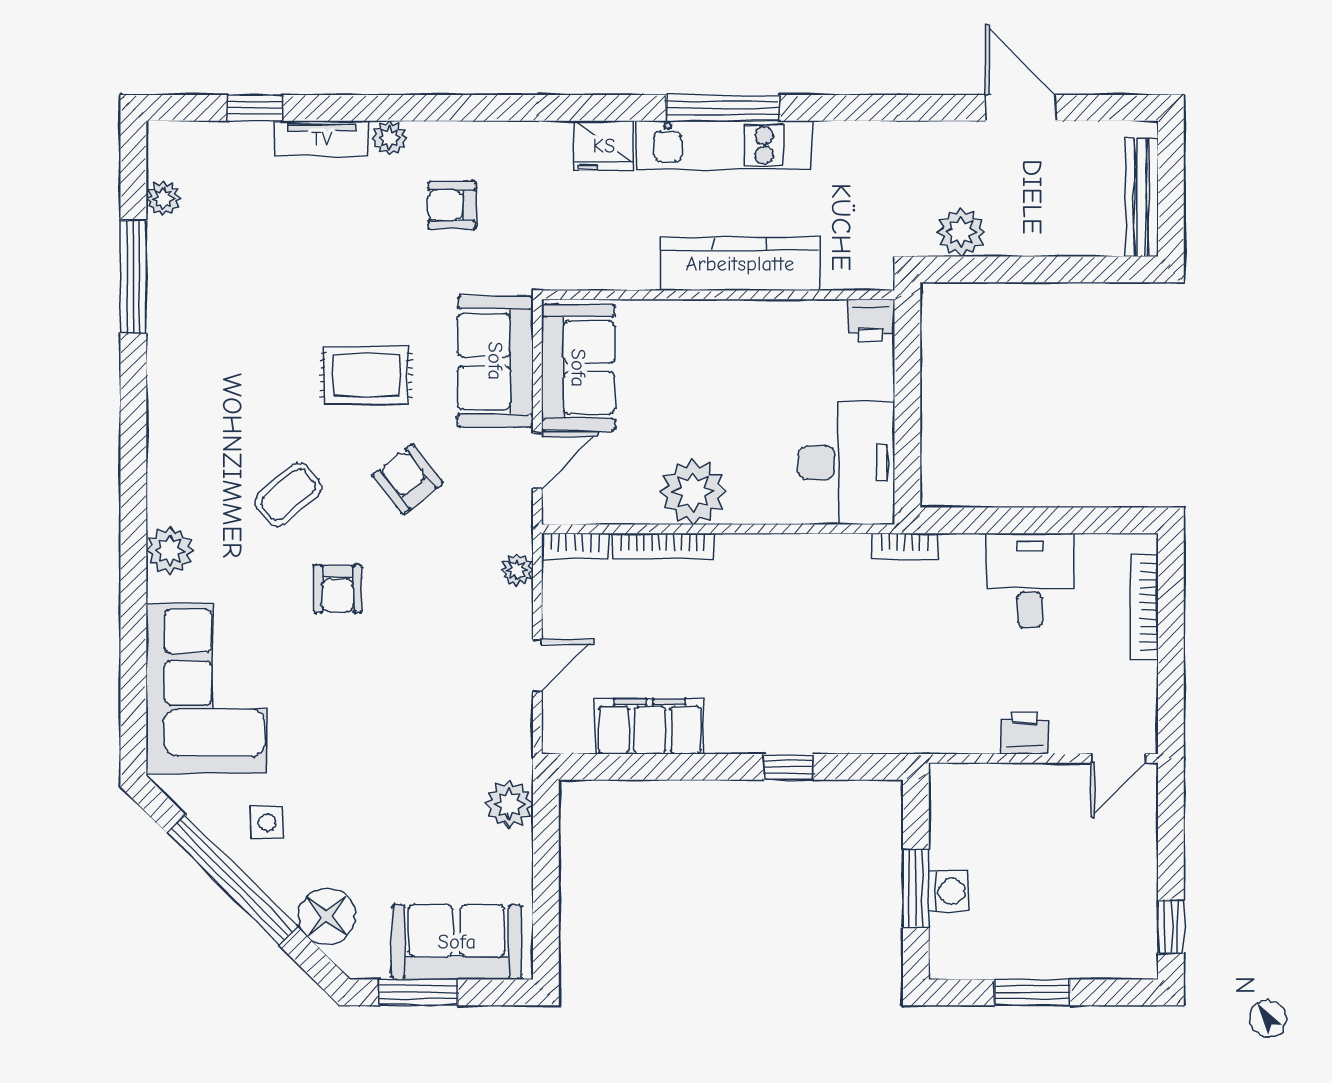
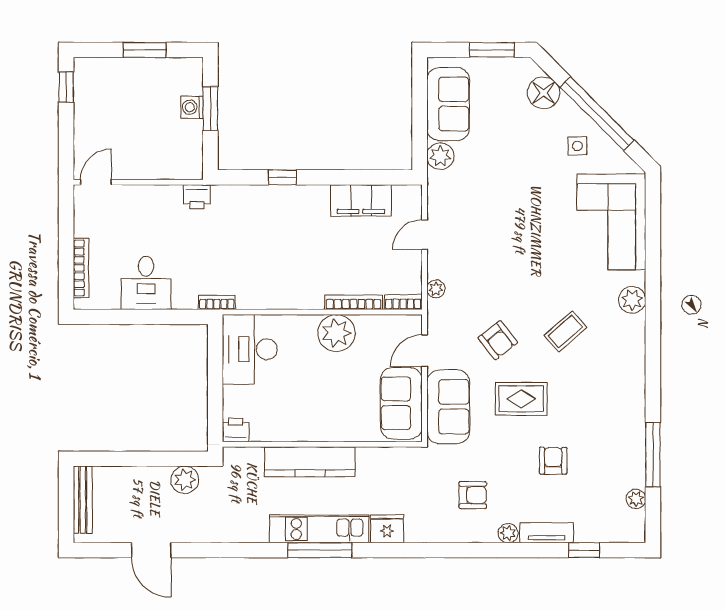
armchair: (338, 589) -> (553, 461), moved
printer: (1025, 733) -> (197, 197), moved
sofa: (457, 942) -> (448, 104), moved, turned -90

